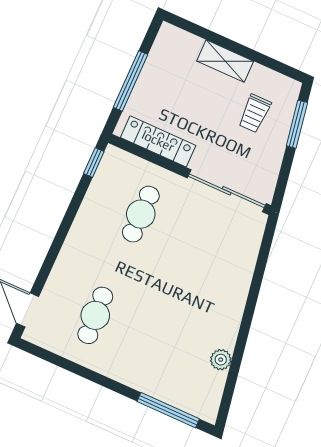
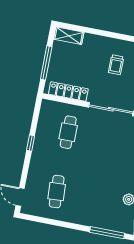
shelving: (225, 61) -> (69, 36), moved
window: (94, 162) -> (31, 143), moved

